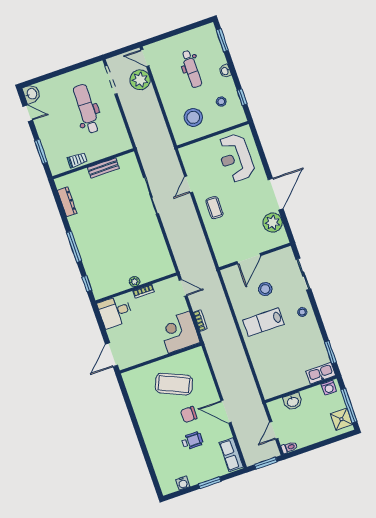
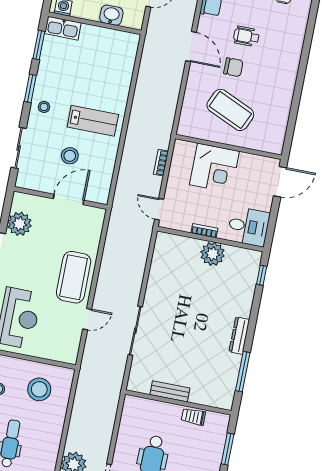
dresser: (67, 202) -> (239, 336), moved
coffee table: (214, 208) -> (74, 277), width x1.86, depth x1.72
window: (74, 247) -> (243, 372), moved
plant: (134, 282) -> (213, 254), width x1.87, depth x1.87
window: (319, 319) -> (30, 88), added
corner desk: (179, 332) -> (214, 168), moved

